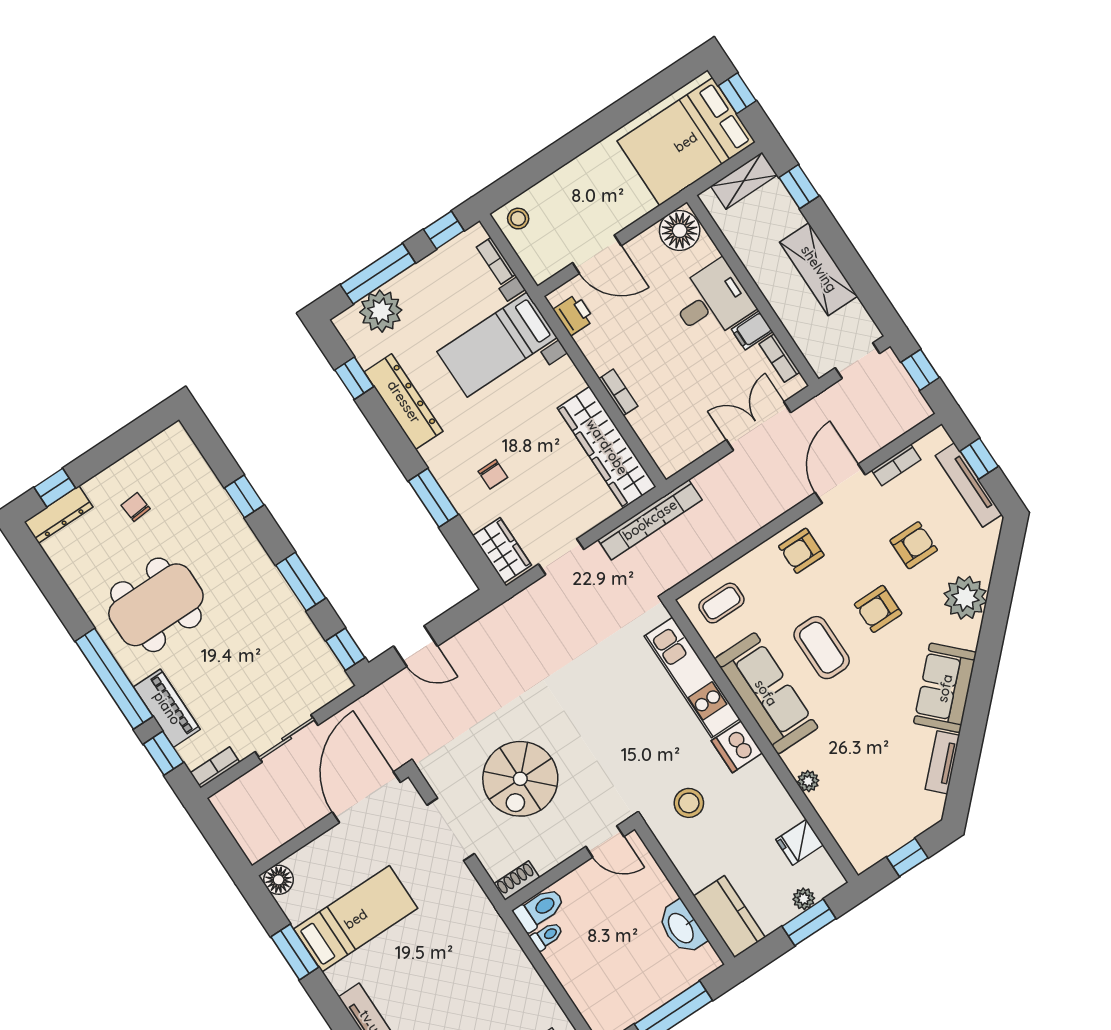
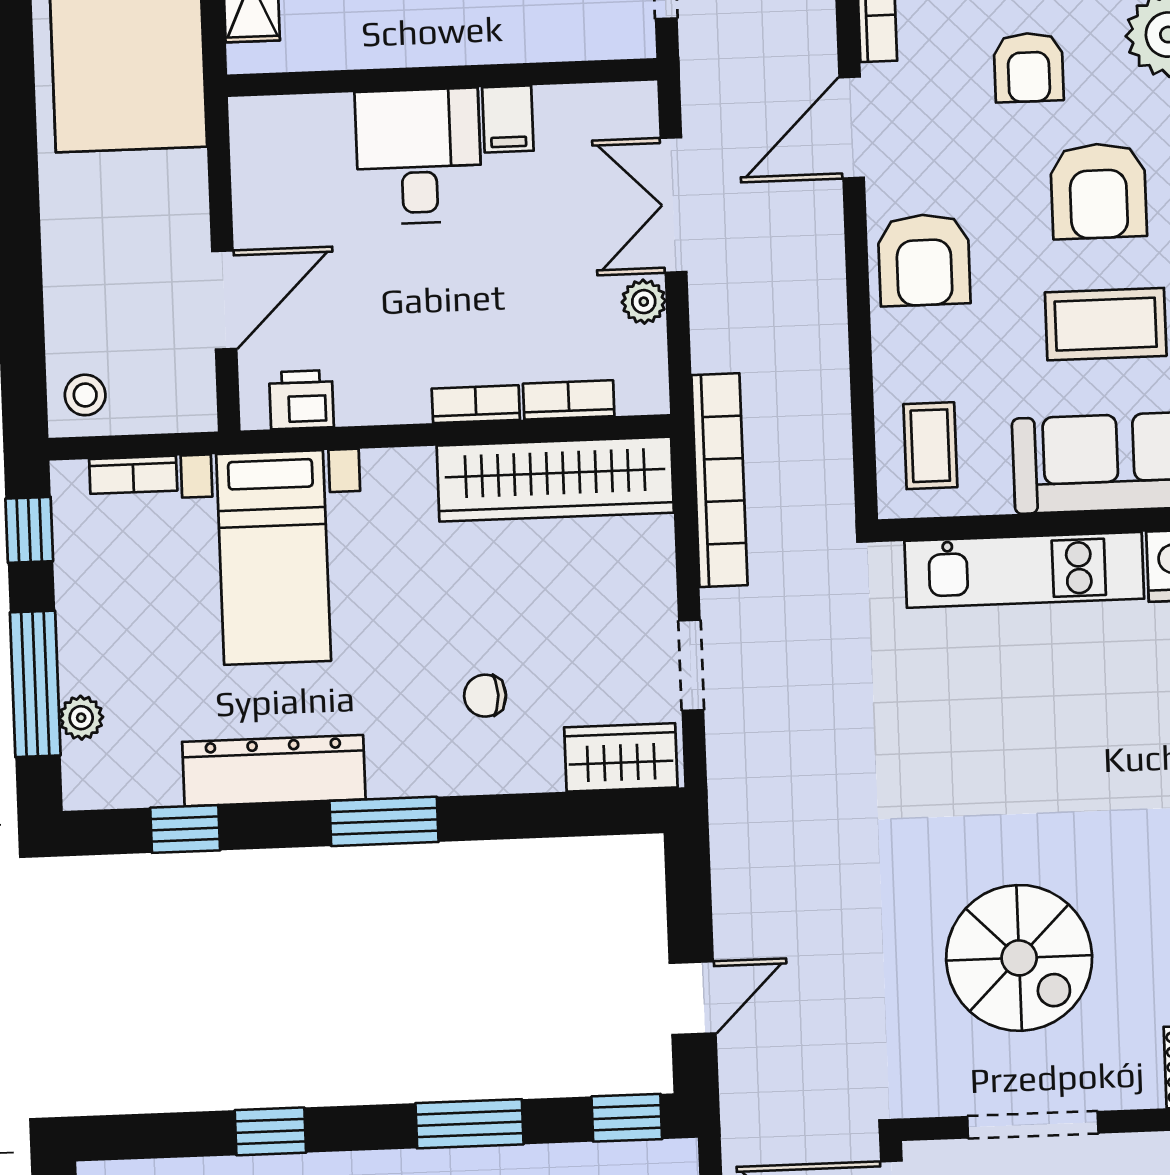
floor lamp: (680, 231) -> (268, 139), removed
plant: (381, 311) -> (81, 718), width x0.53, depth x0.53
bookcase: (779, 358) -> (569, 400), moved, turned 180
plant: (708, 439) -> (644, 302), added
chair: (493, 474) -> (485, 696), turned 180
door: (840, 484) -> (852, 127), hinge flipped
window: (433, 498) -> (384, 821), moved
armchair: (914, 545) -> (1029, 67), turned 180
armchair: (801, 551) -> (924, 260), width x1.38, depth x1.38
armchair: (878, 609) -> (1098, 191), width x1.38, depth x1.38

